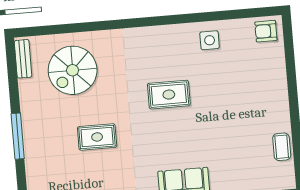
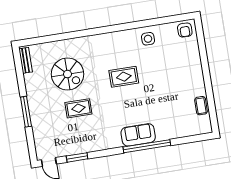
armchair: (266, 31) -> (185, 30), turned -90
spiral stairs: (73, 70) -> (67, 74), moved, turned -90

